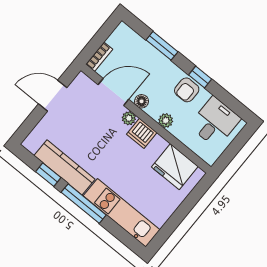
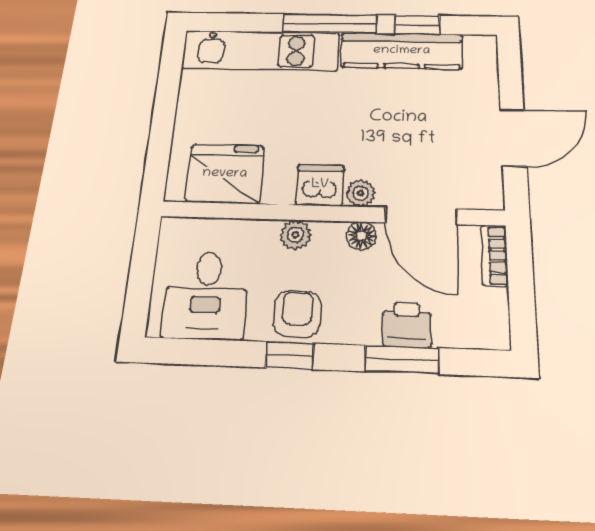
printer: (151, 56) -> (407, 325), added
door: (113, 92) -> (421, 216), hinge flipped

